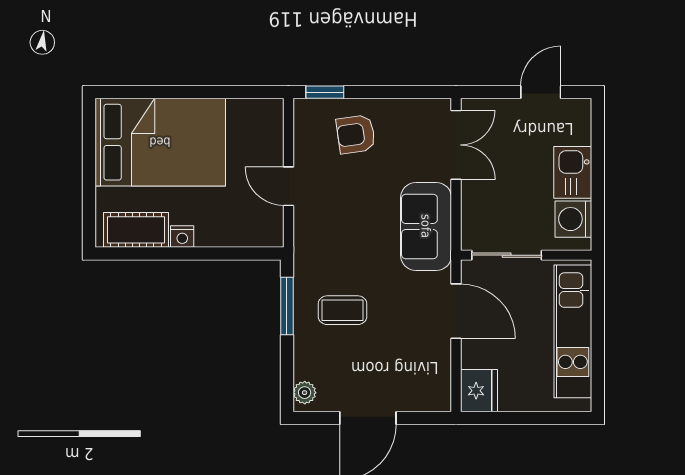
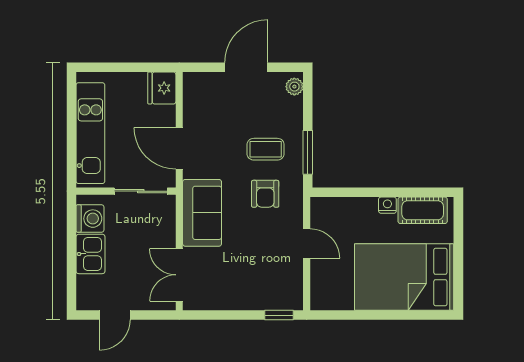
armchair: (356, 134) -> (265, 194), moved, turned 98

